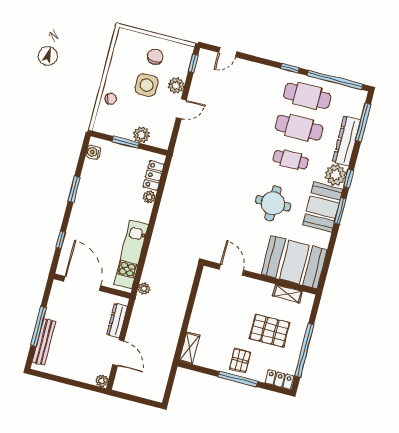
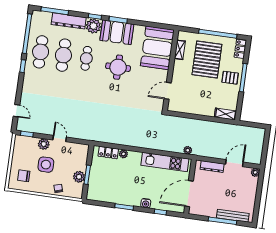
chair: (155, 57) -> (24, 176), moved
plant: (141, 135) -> (79, 177), moved
water cooler: (93, 152) -> (146, 203), moved
pallet: (270, 331) -> (207, 59), width x1.37, depth x1.41

